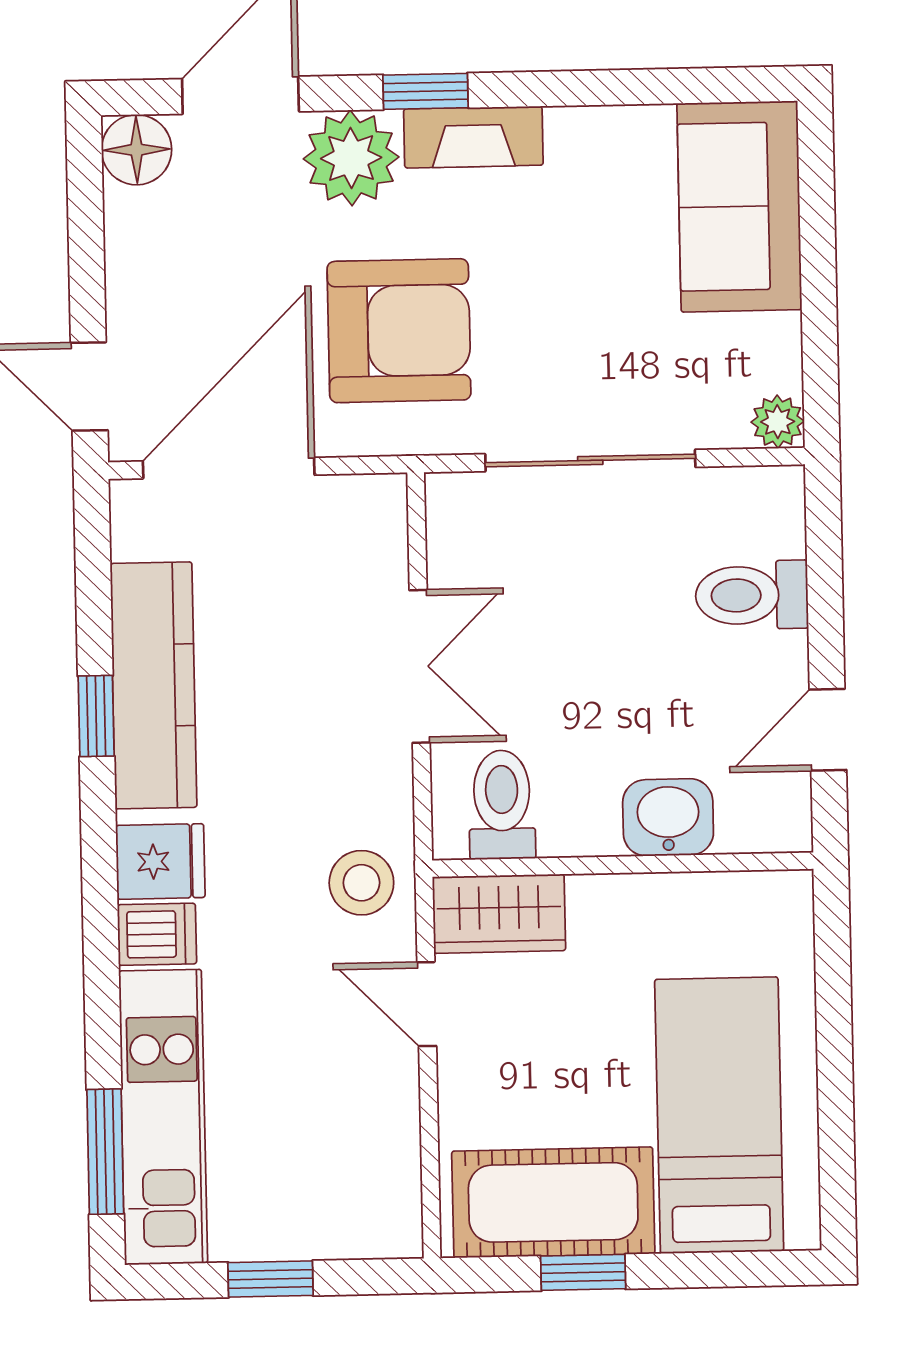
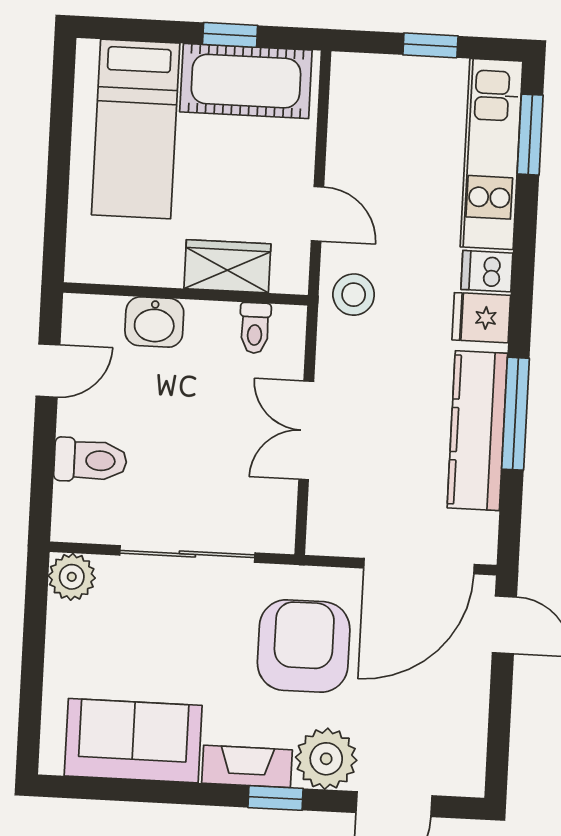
floor lamp: (137, 150) -> (463, 774), removed
sofa: (739, 206) -> (133, 741), moved, turned -90
armchair: (399, 331) -> (304, 646), turned 90
plant: (778, 422) -> (72, 577), width x1.38, depth x1.38
window: (96, 716) -> (516, 414), width x2.17
toilet: (502, 805) -> (255, 328), width x0.73, depth x0.72
wardrobe: (499, 914) -> (227, 266), moved

